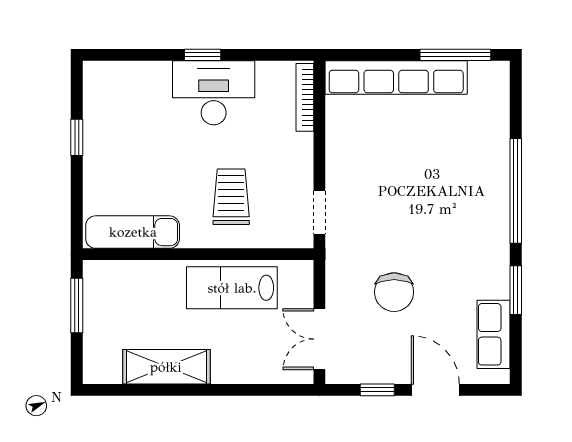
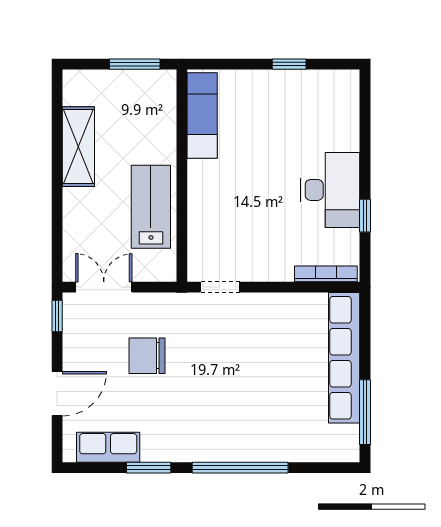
window: (203, 55) -> (365, 216), moved
trolley: (231, 197) -> (235, 206), removed
window: (377, 390) -> (57, 316), moved

